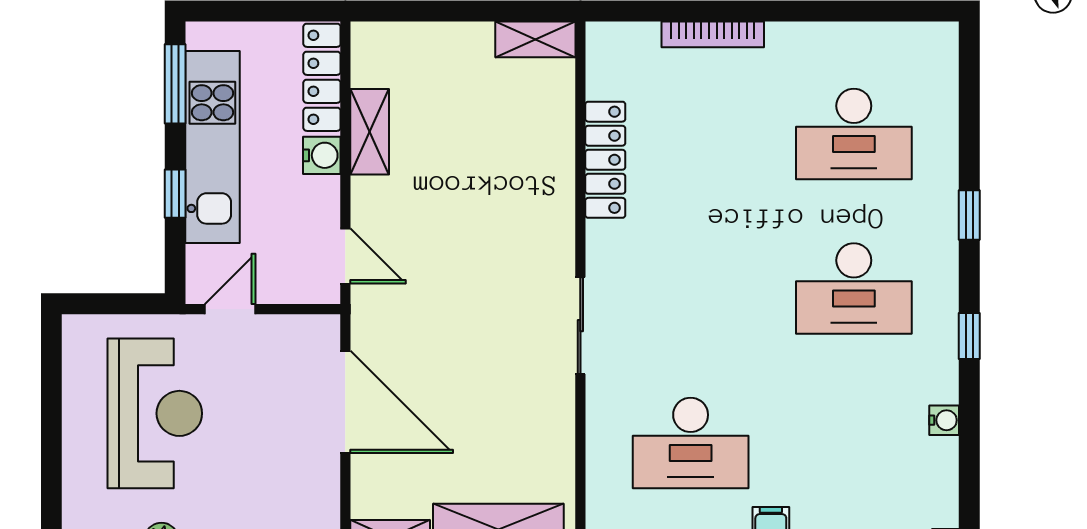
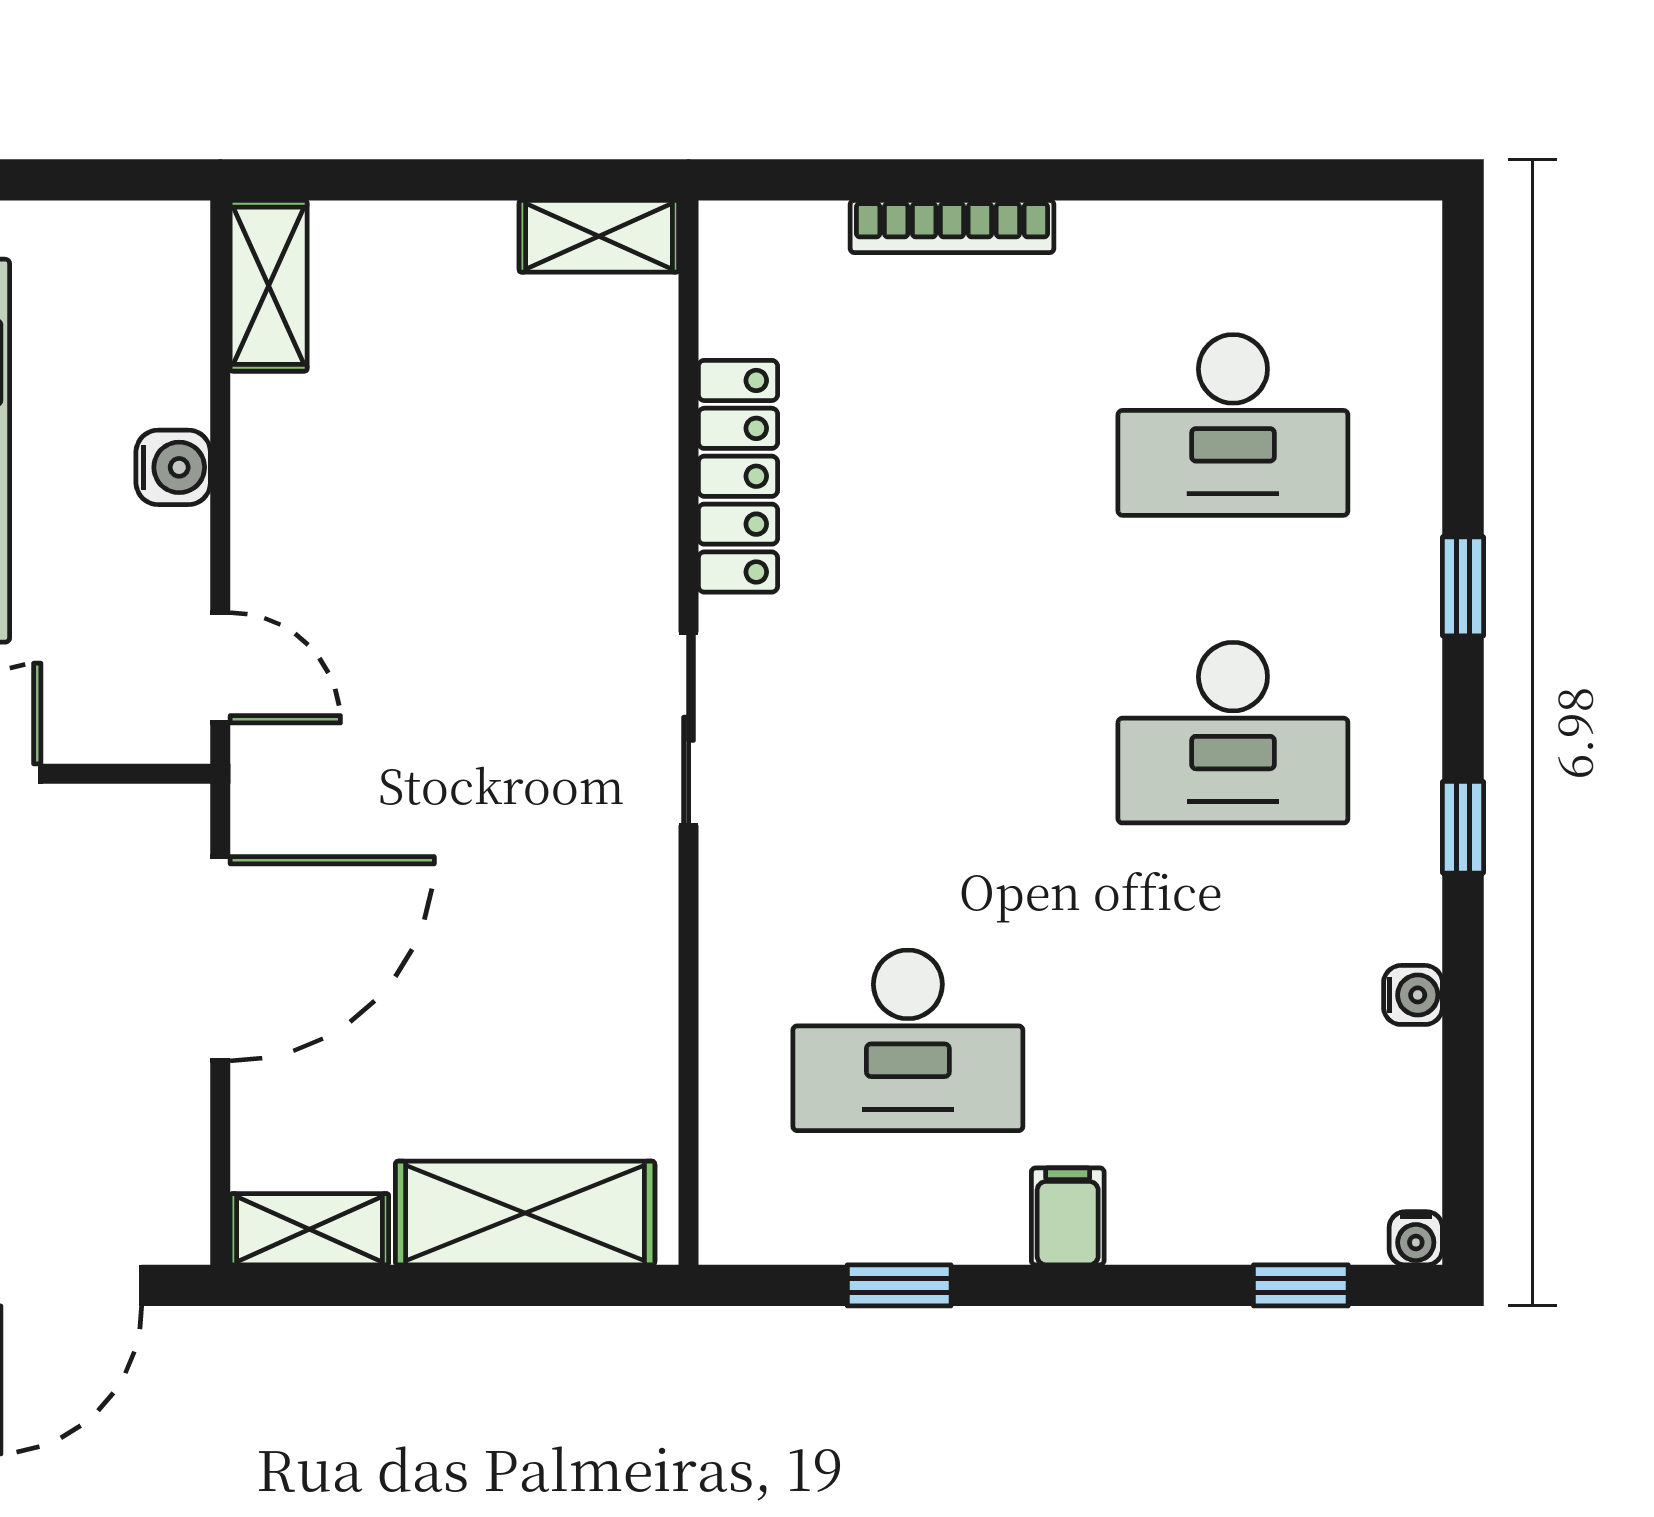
locker: (322, 77) -> (174, 312), removed
shelving: (370, 132) -> (269, 286), moved
sliding door: (580, 326) -> (689, 729), moved
door: (345, 402) -> (220, 959), hinge flipped

